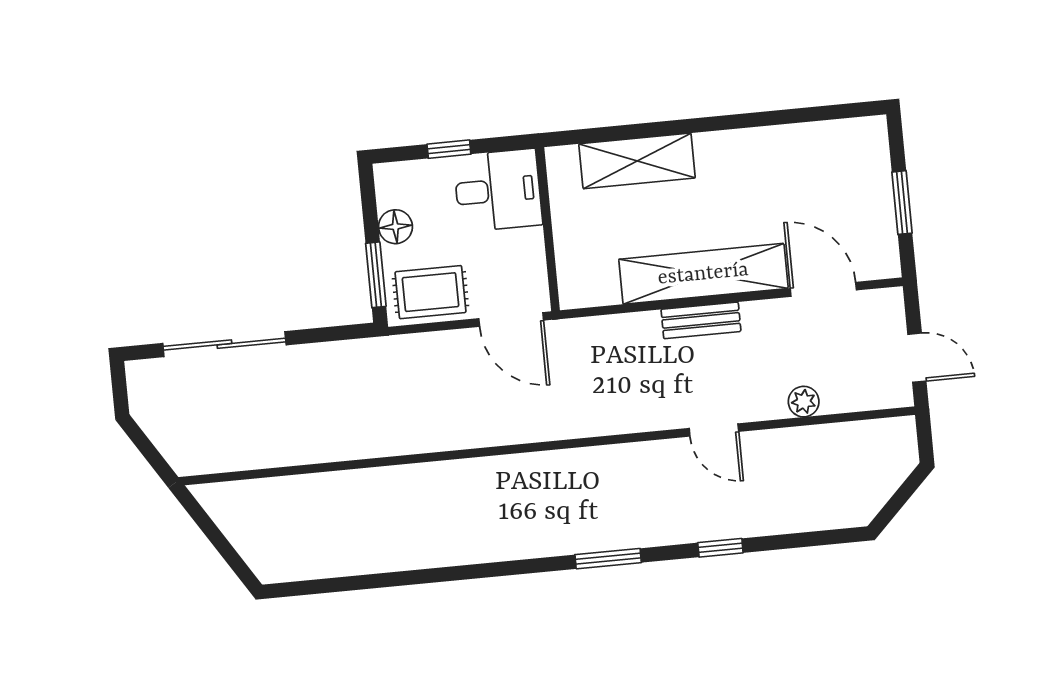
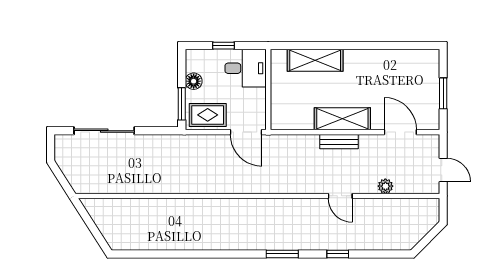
shelving: (703, 274) -> (342, 119), width x0.68

